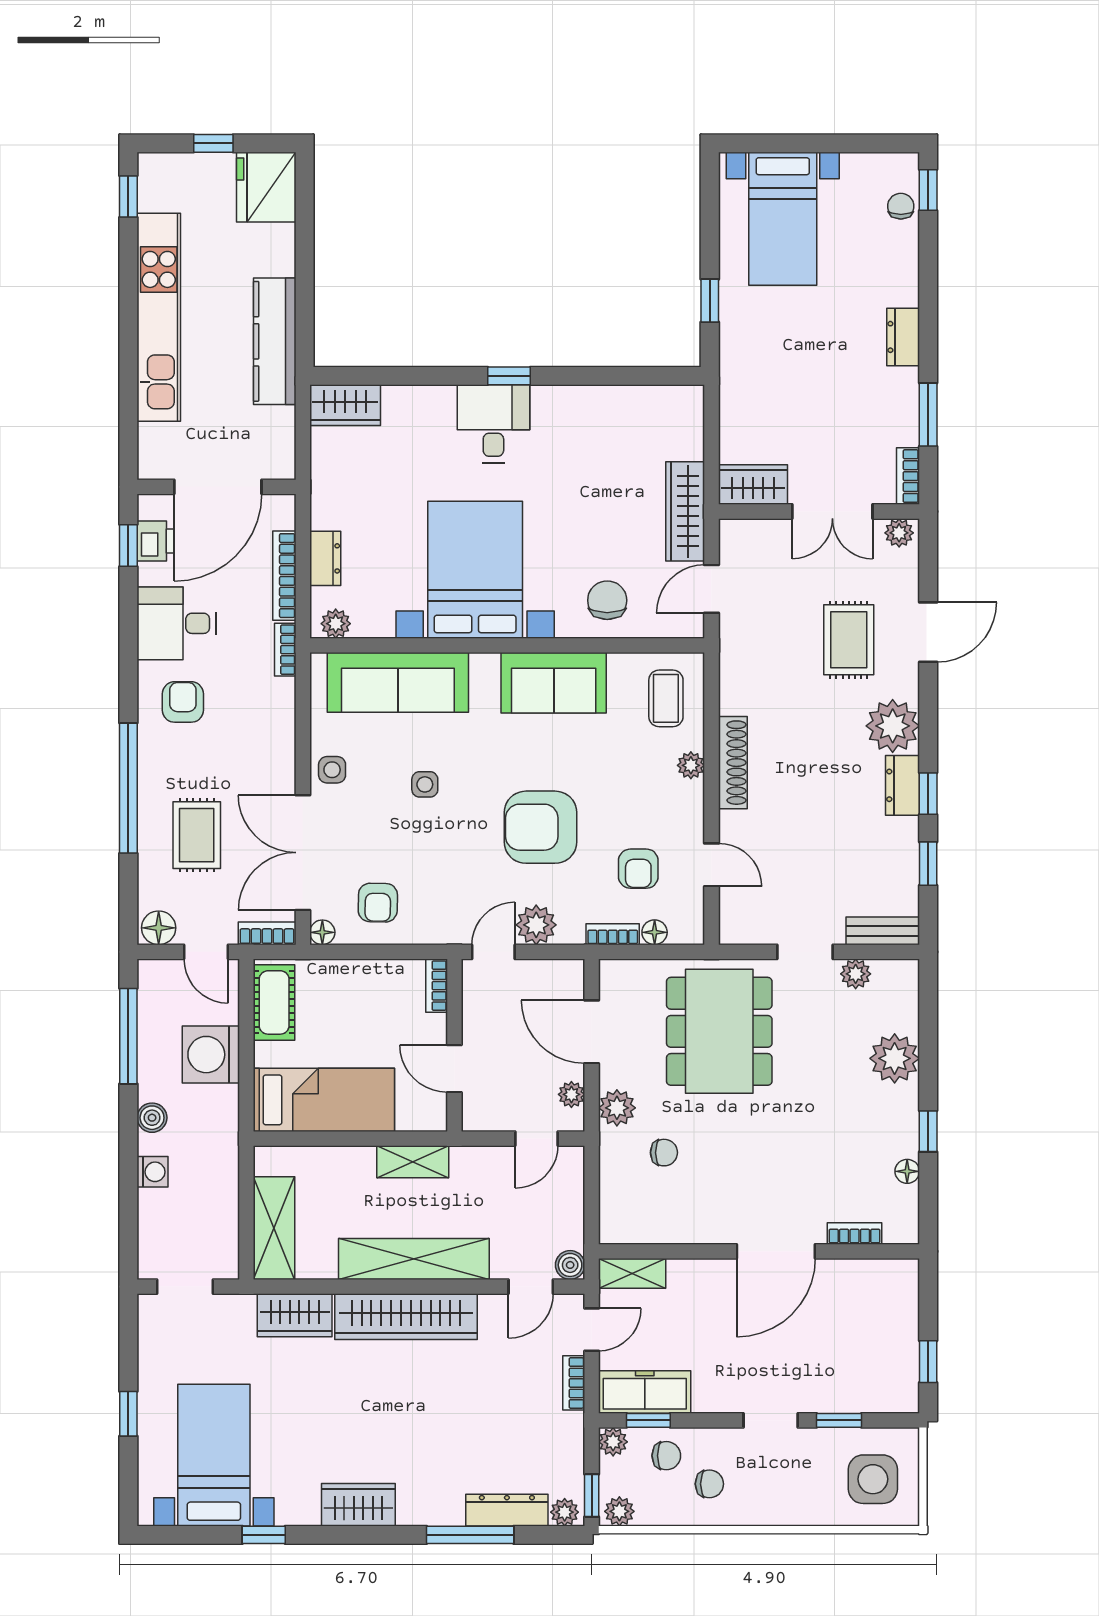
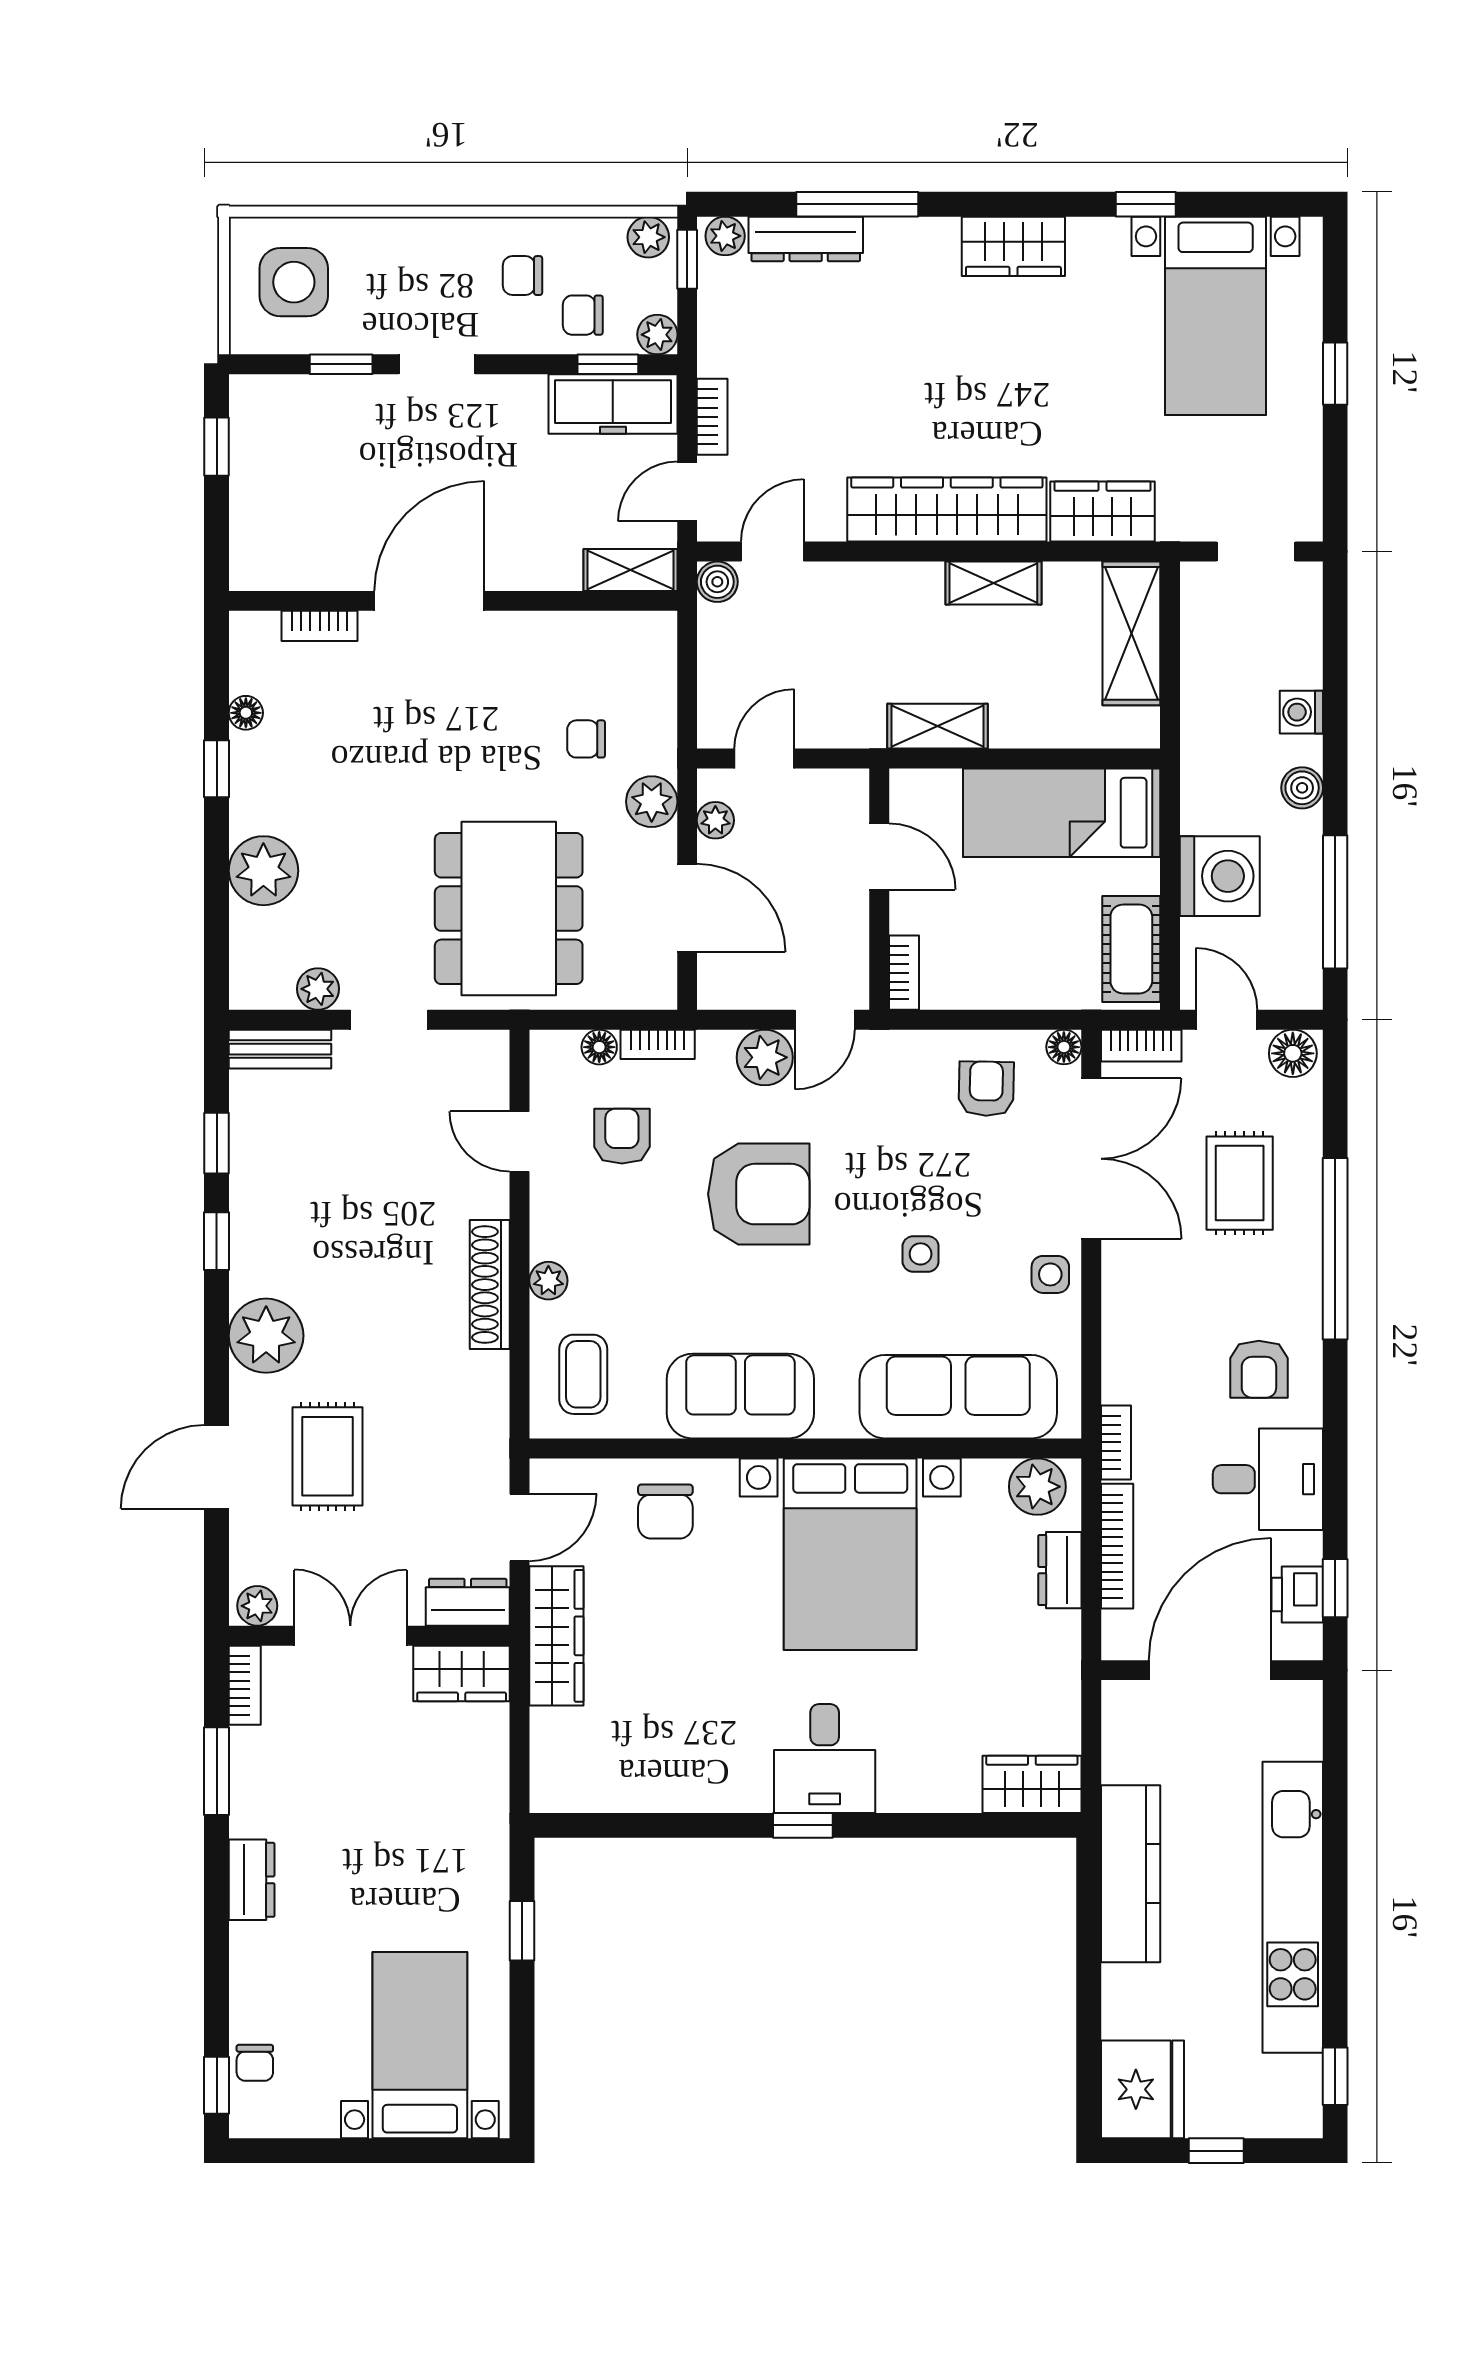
plant: (336, 624) -> (1037, 1487), width x1.38, depth x1.38
dresser: (902, 785) -> (468, 1602), moved, turned -90
shelving: (414, 1259) -> (993, 583), width x0.45, depth x0.75

